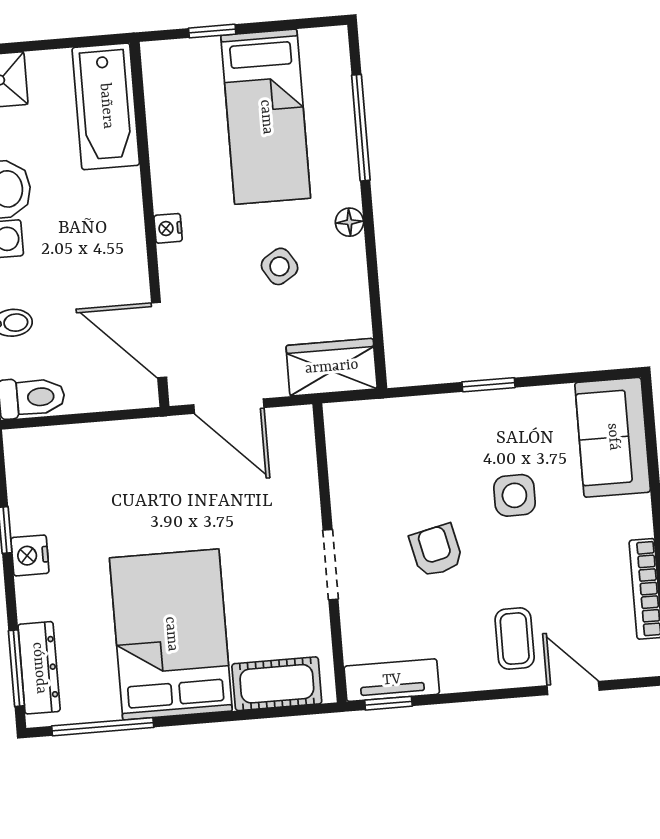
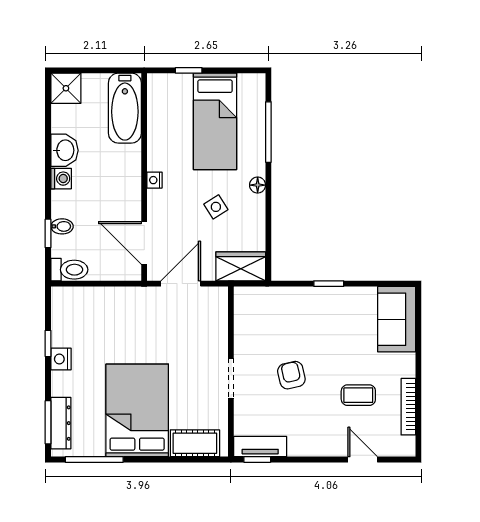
door: (229, 406) -> (181, 284), swing flipped
side table: (514, 495) -> (338, 348), removed
coffee table: (515, 639) -> (358, 395), moved, turned 90

